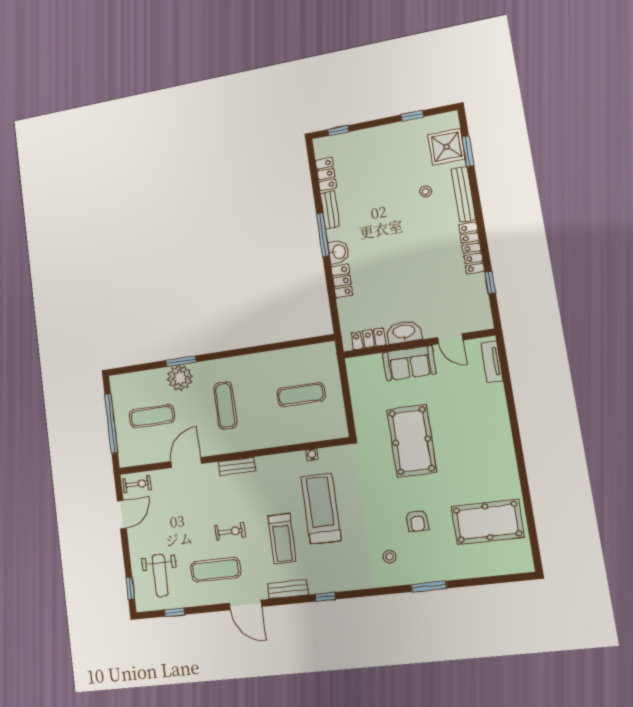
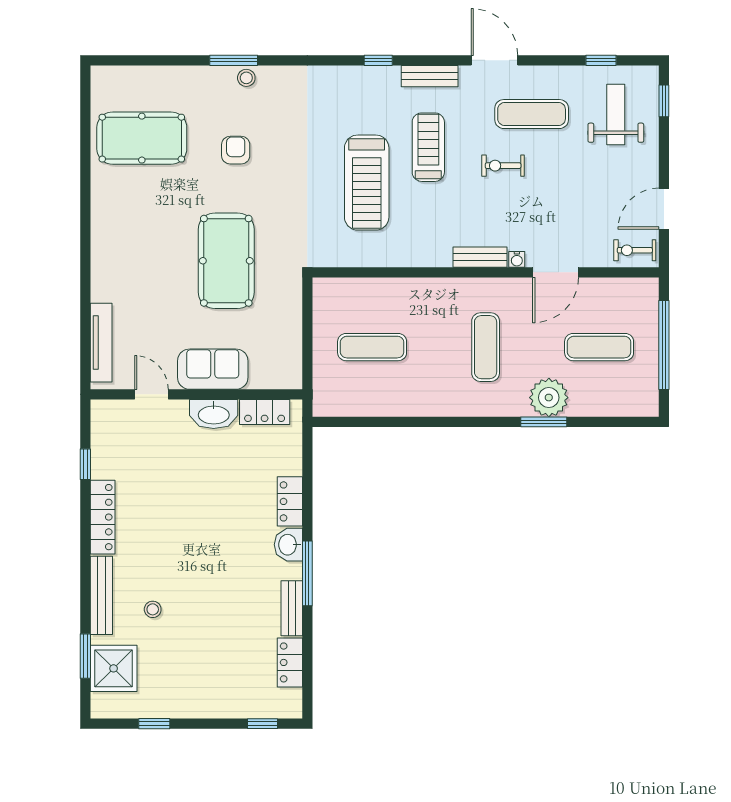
tv unit: (492, 362) -> (101, 343), width x1.41
water cooler: (312, 455) -> (517, 259), moved
stool: (389, 557) -> (246, 78), moved

